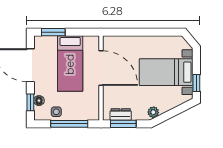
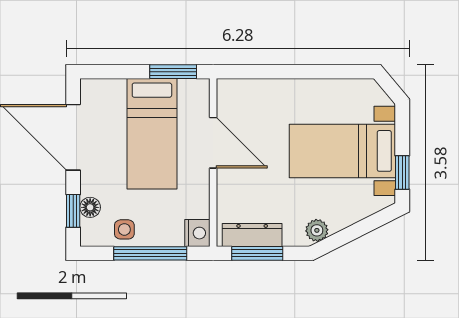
window: (53, 32) -> (173, 72), moved
door: (101, 68) -> (213, 143), width x0.73
nightstand: (93, 114) -> (197, 233), added
dresser: (121, 115) -> (252, 235), width x1.44

